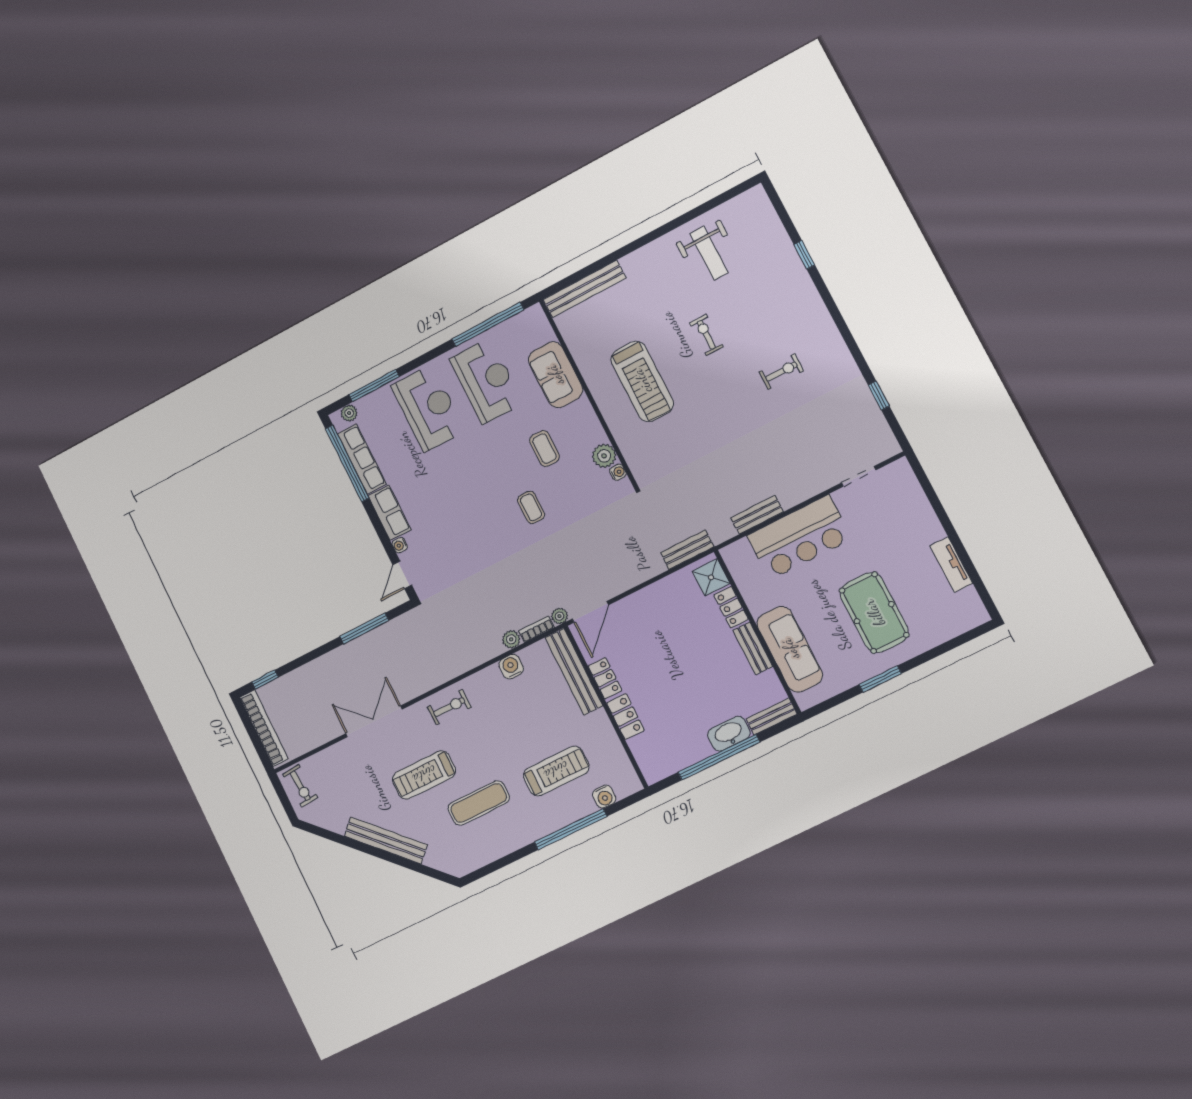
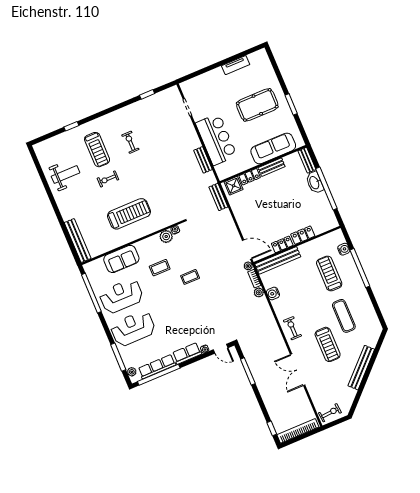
treadmill: (762, 309) -> (97, 150), added

